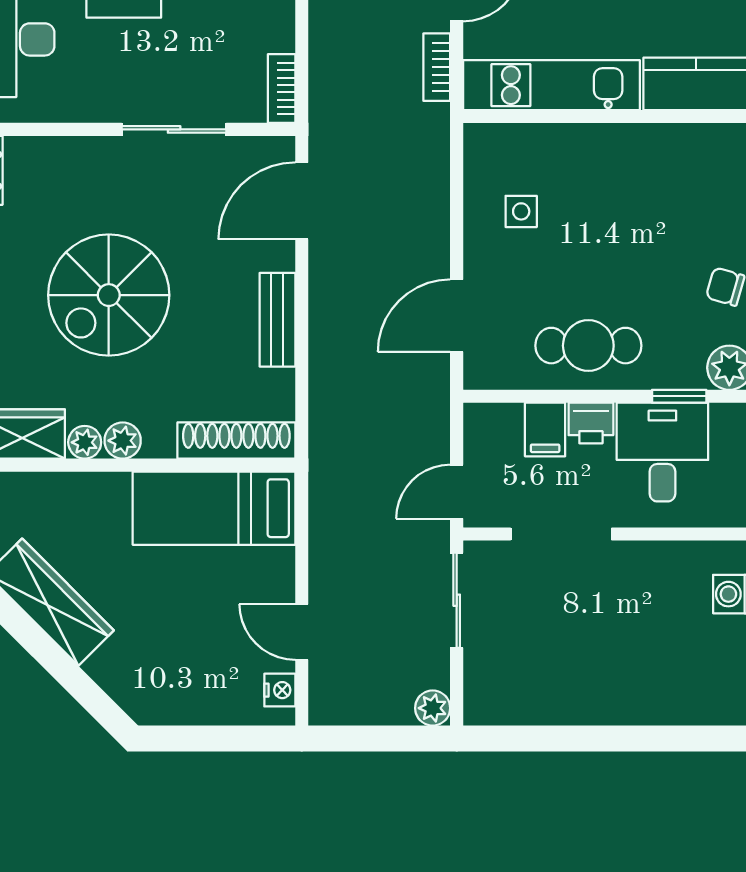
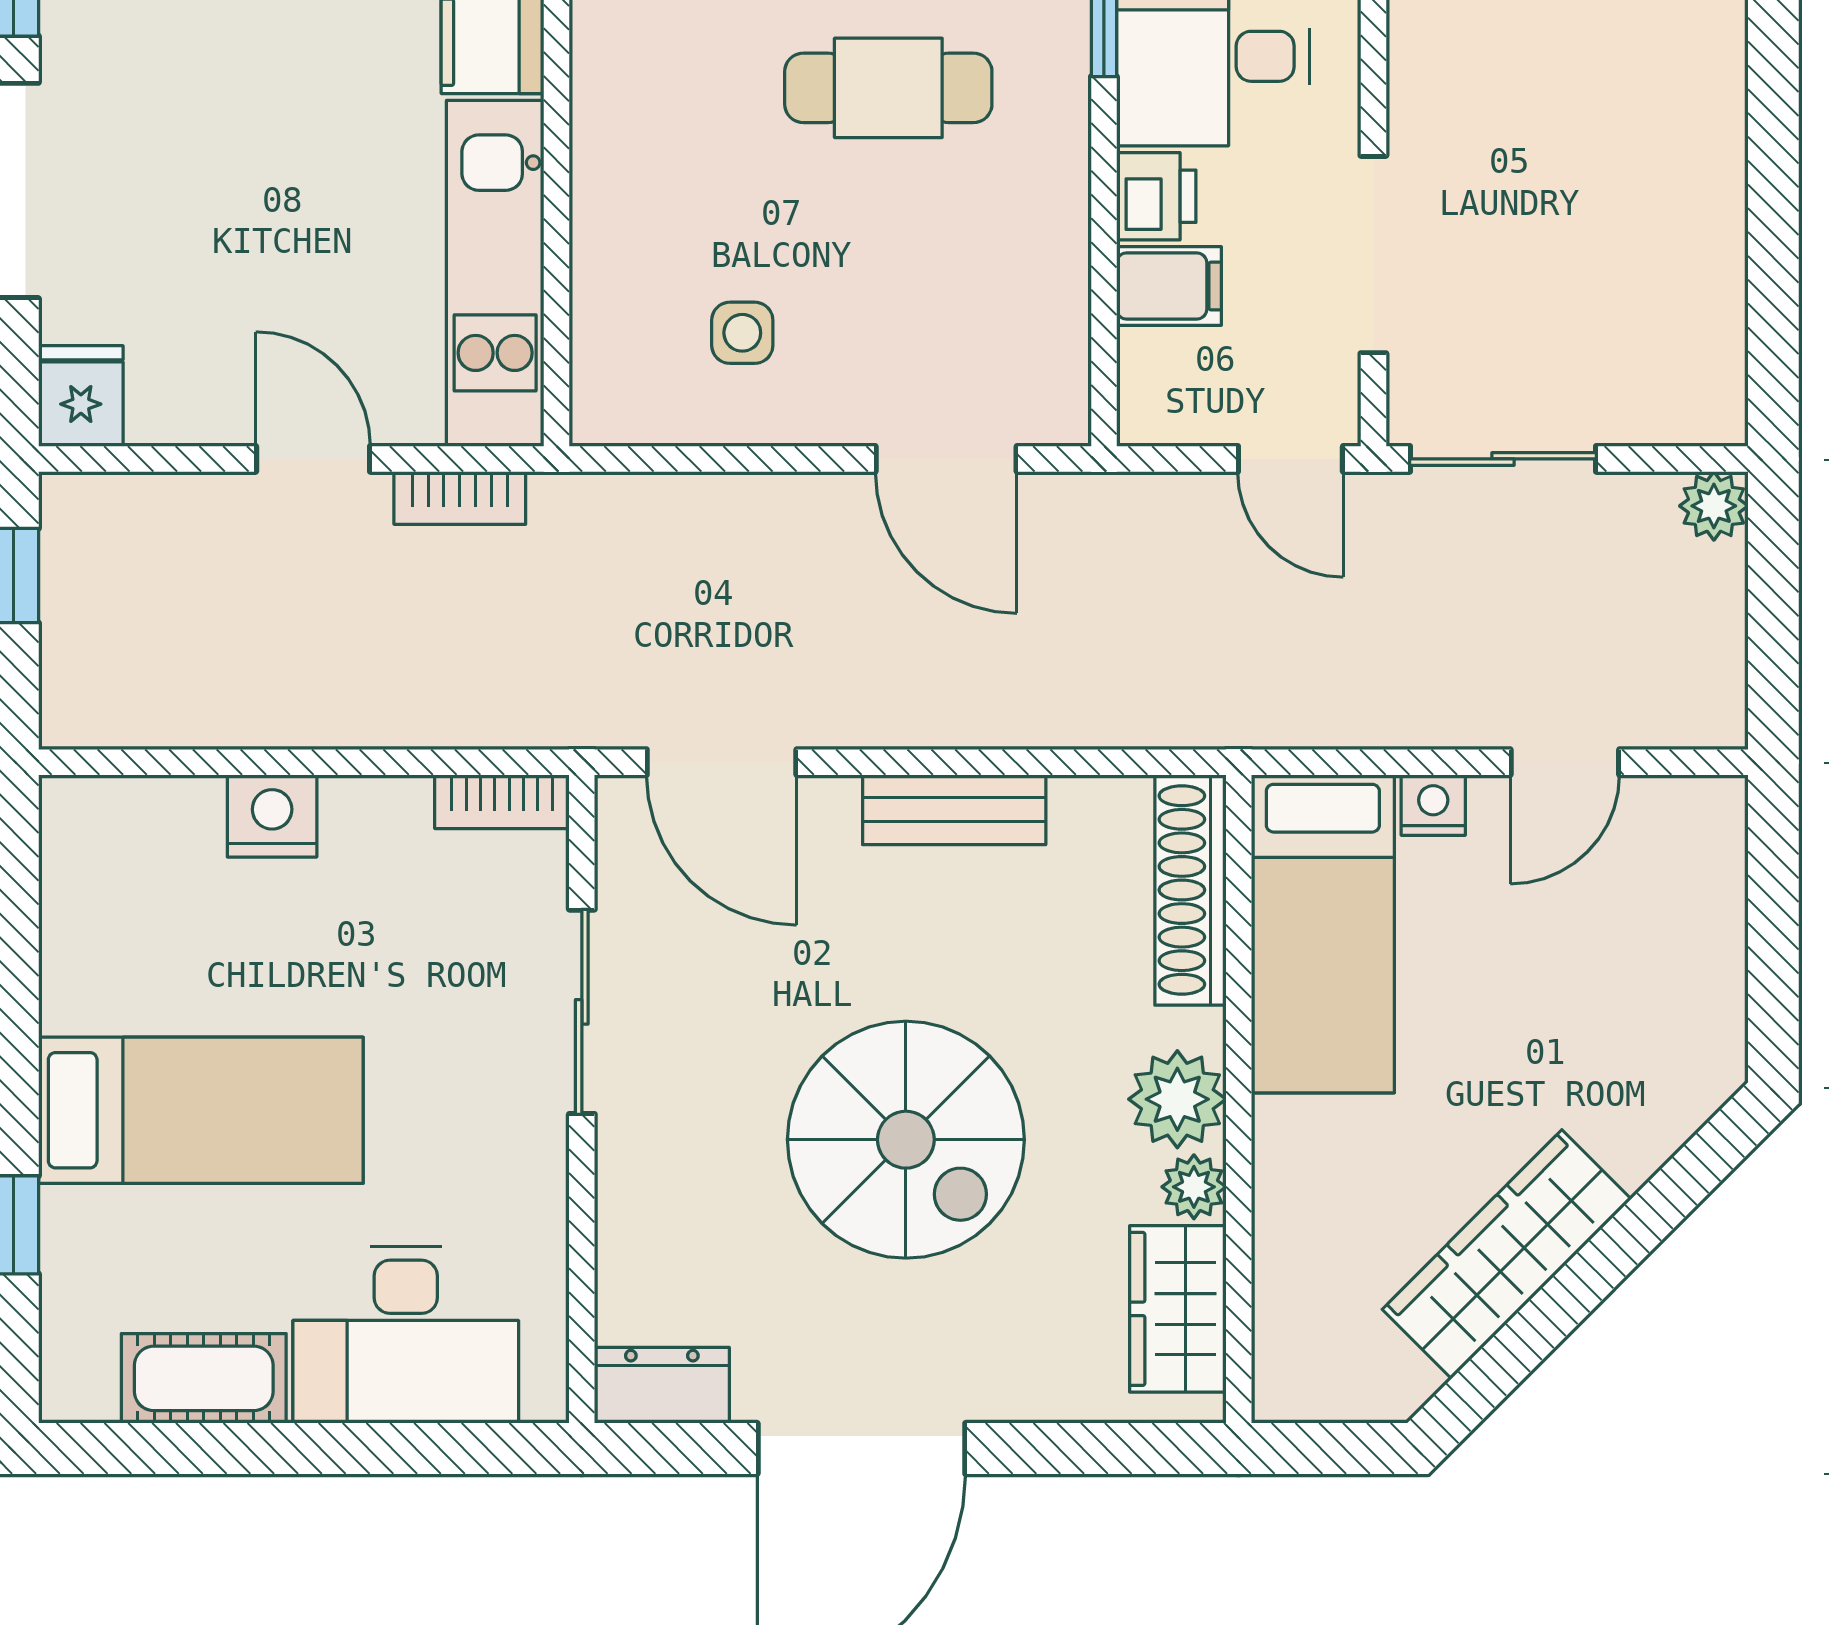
cafe table: (588, 346) -> (888, 88), moved, turned 90
plant: (123, 441) -> (1177, 1099), width x1.38, depth x1.38
nightstand: (280, 690) -> (1433, 805), moved

